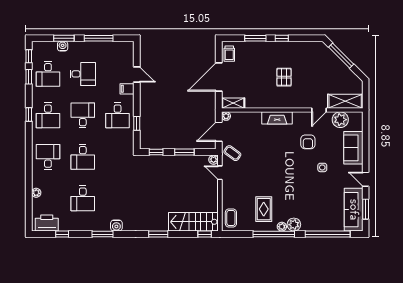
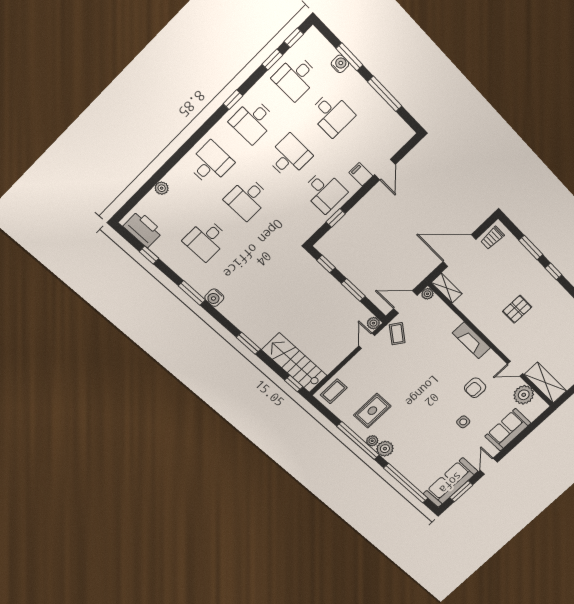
desk: (118, 115) -> (325, 191), turned -90

